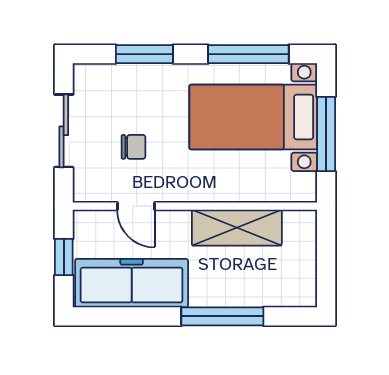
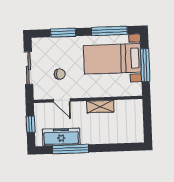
shelving: (237, 228) -> (100, 107), width x0.67, depth x0.75
freezer: (132, 283) -> (61, 137), width x0.73, depth x0.79
window: (222, 316) -> (70, 149), moved

